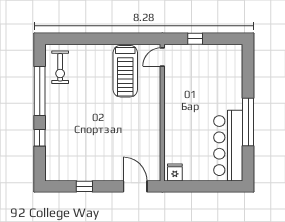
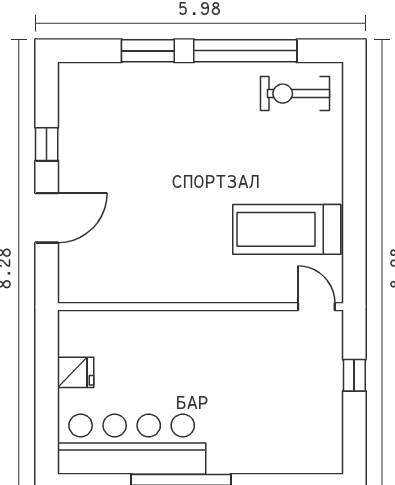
window: (40, 138) -> (148, 51), width x1.50
fridge: (175, 172) -> (76, 372), moved
door: (135, 186) -> (47, 218), moved

